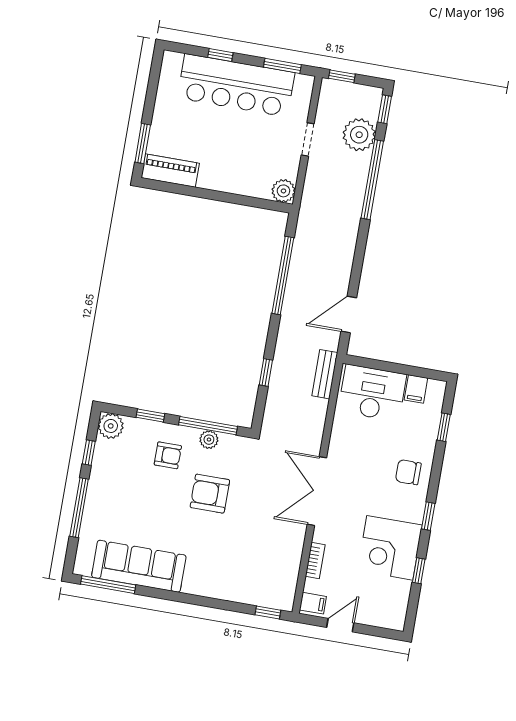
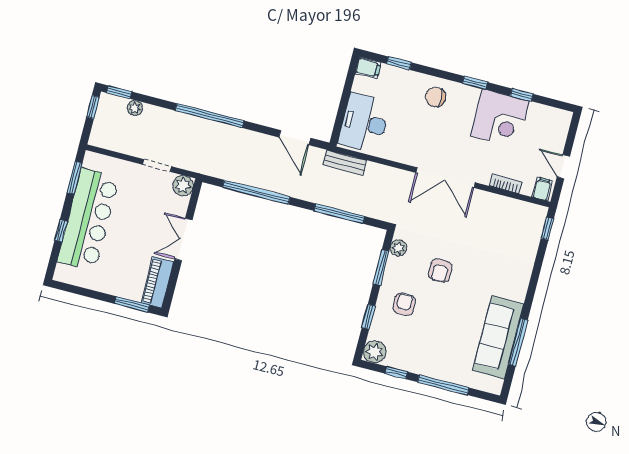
window: (342, 76) -> (93, 107), moved
plant: (359, 135) -> (135, 108), width x0.53, depth x0.53
doorway: (308, 139) -> (157, 165), moved
window: (372, 180) -> (210, 116), moved
double door: (222, 196) -> (184, 239), added
window: (266, 373) -> (339, 214), width x2.17
filing cabinet: (416, 389) -> (368, 68), moved
window: (208, 426) -> (381, 267), width x0.69
plant: (209, 440) -> (398, 248), moved
chair: (408, 472) -> (435, 97), turned 90
armchair: (210, 494) -> (440, 271), width x0.72, depth x0.72
window: (108, 585) -> (518, 342), moved

